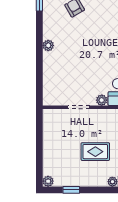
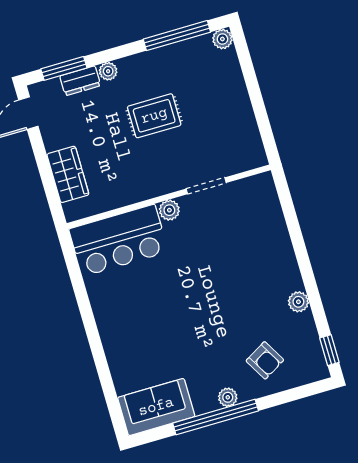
plant: (48, 45) -> (298, 302), moved
window: (71, 190) -> (177, 36), width x2.17

